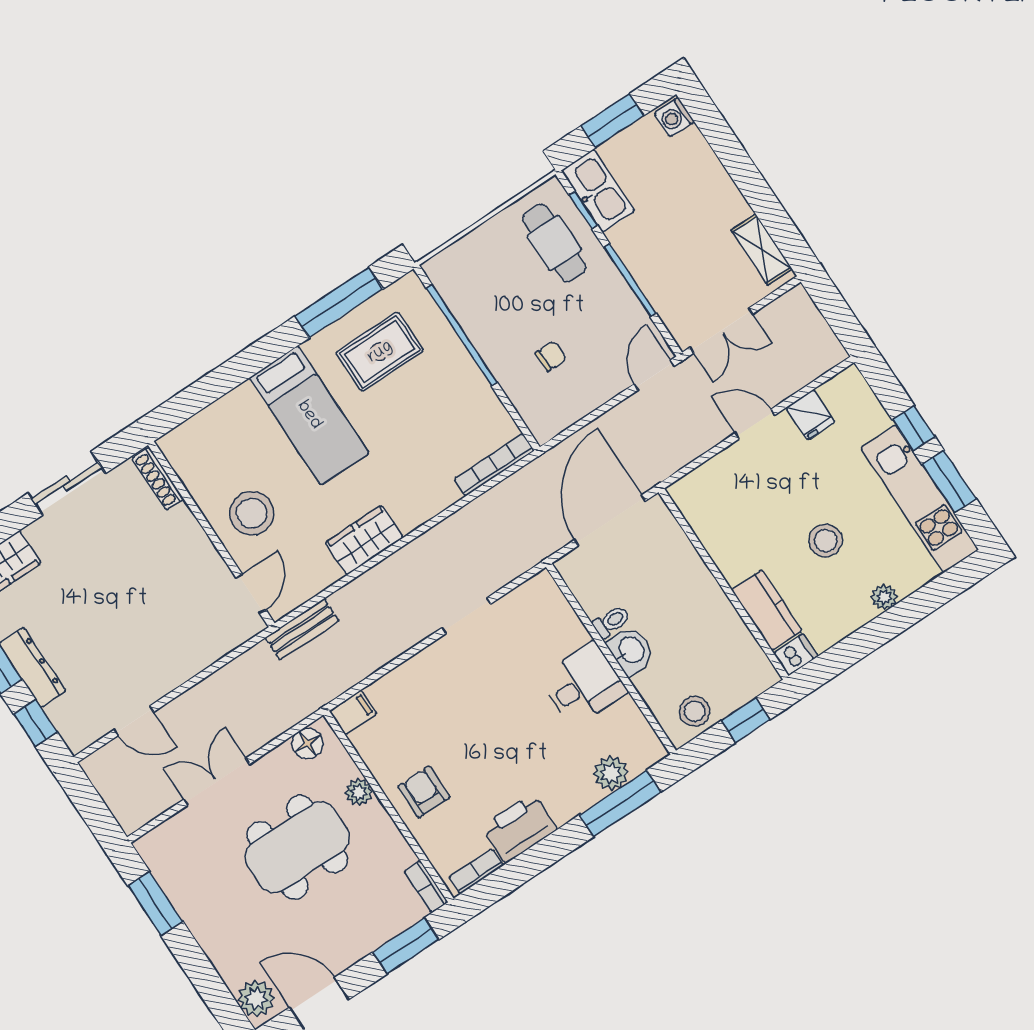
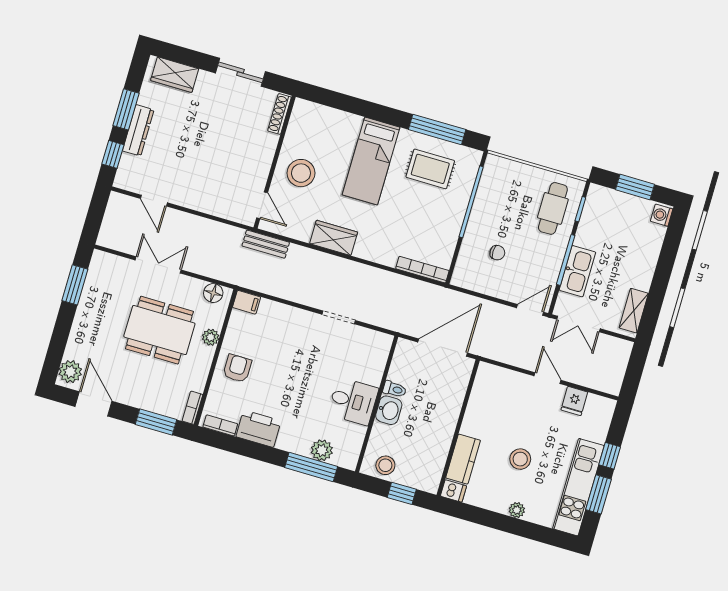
kitchen sink: (598, 191) -> (577, 271), moved
door: (251, 594) -> (262, 205), hinge flipped

